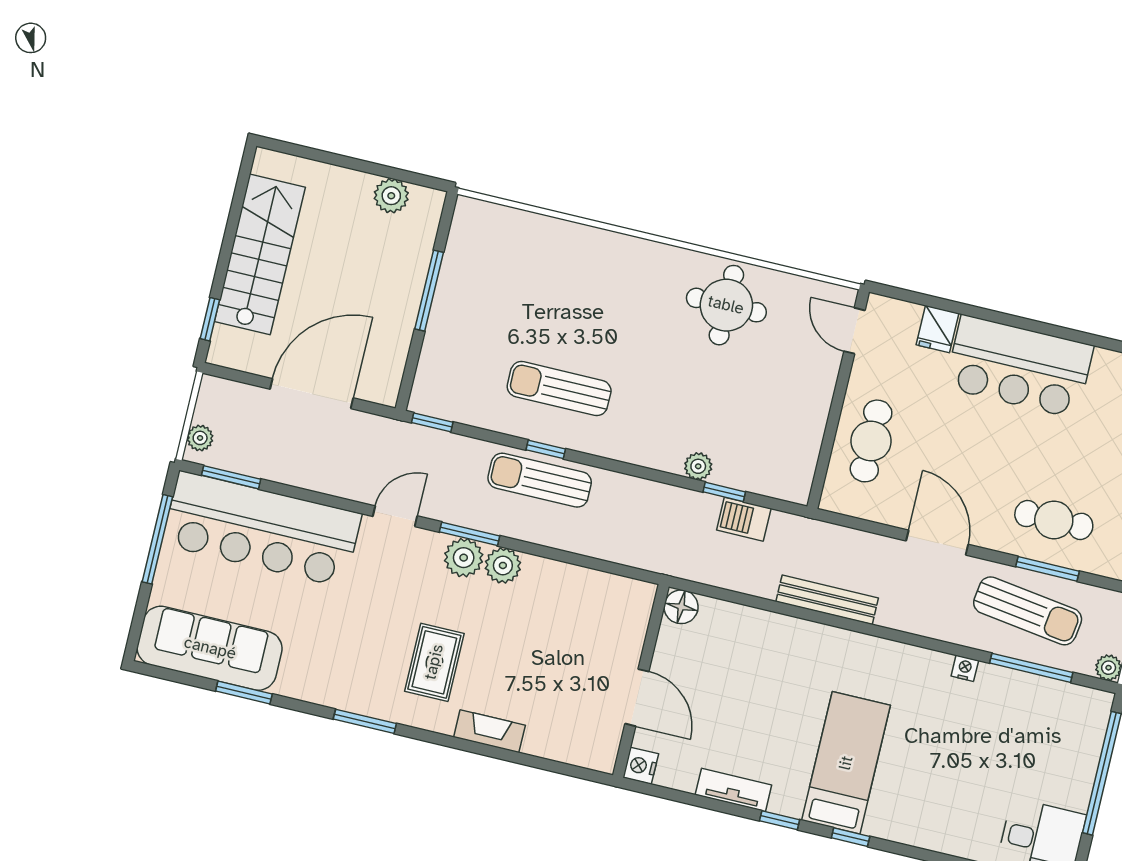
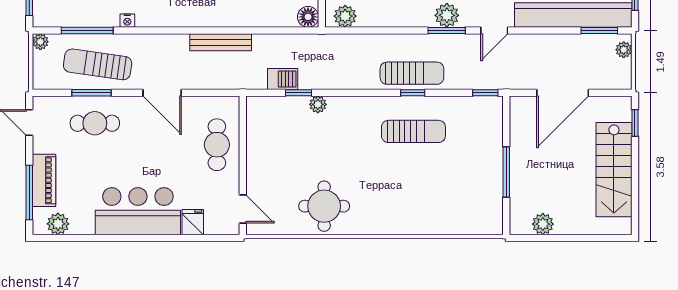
plant: (503, 565) -> (345, 16), moved

